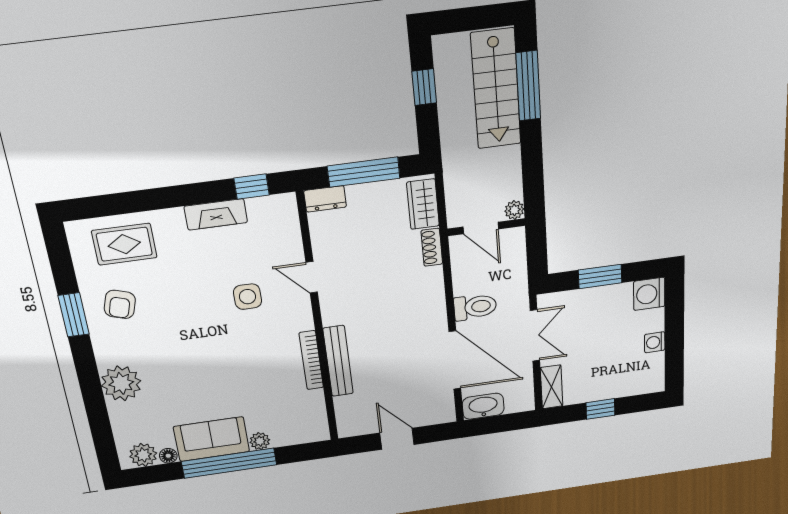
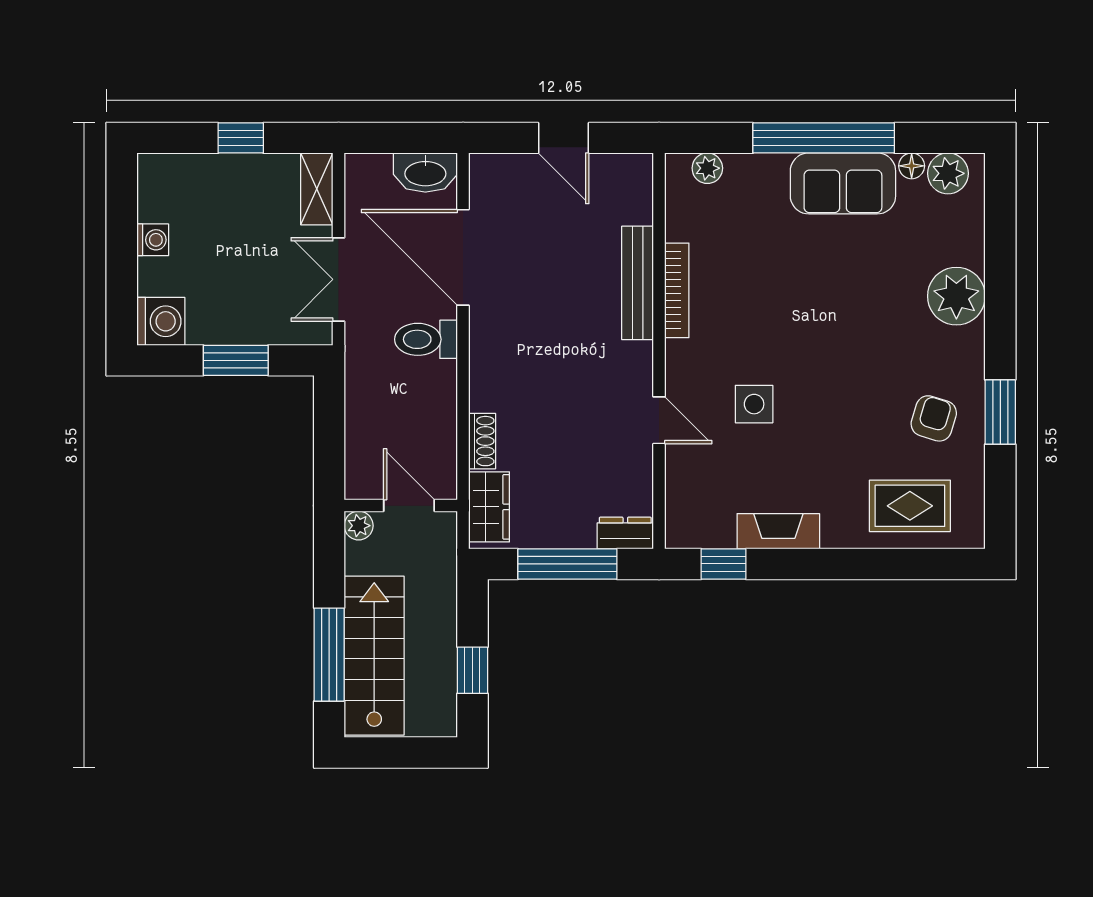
plant: (514, 210) -> (359, 526), moved
wall: (486, 227) -> (401, 506), moved
door: (481, 228) -> (409, 506), moved
plant: (260, 441) -> (707, 168), moved

